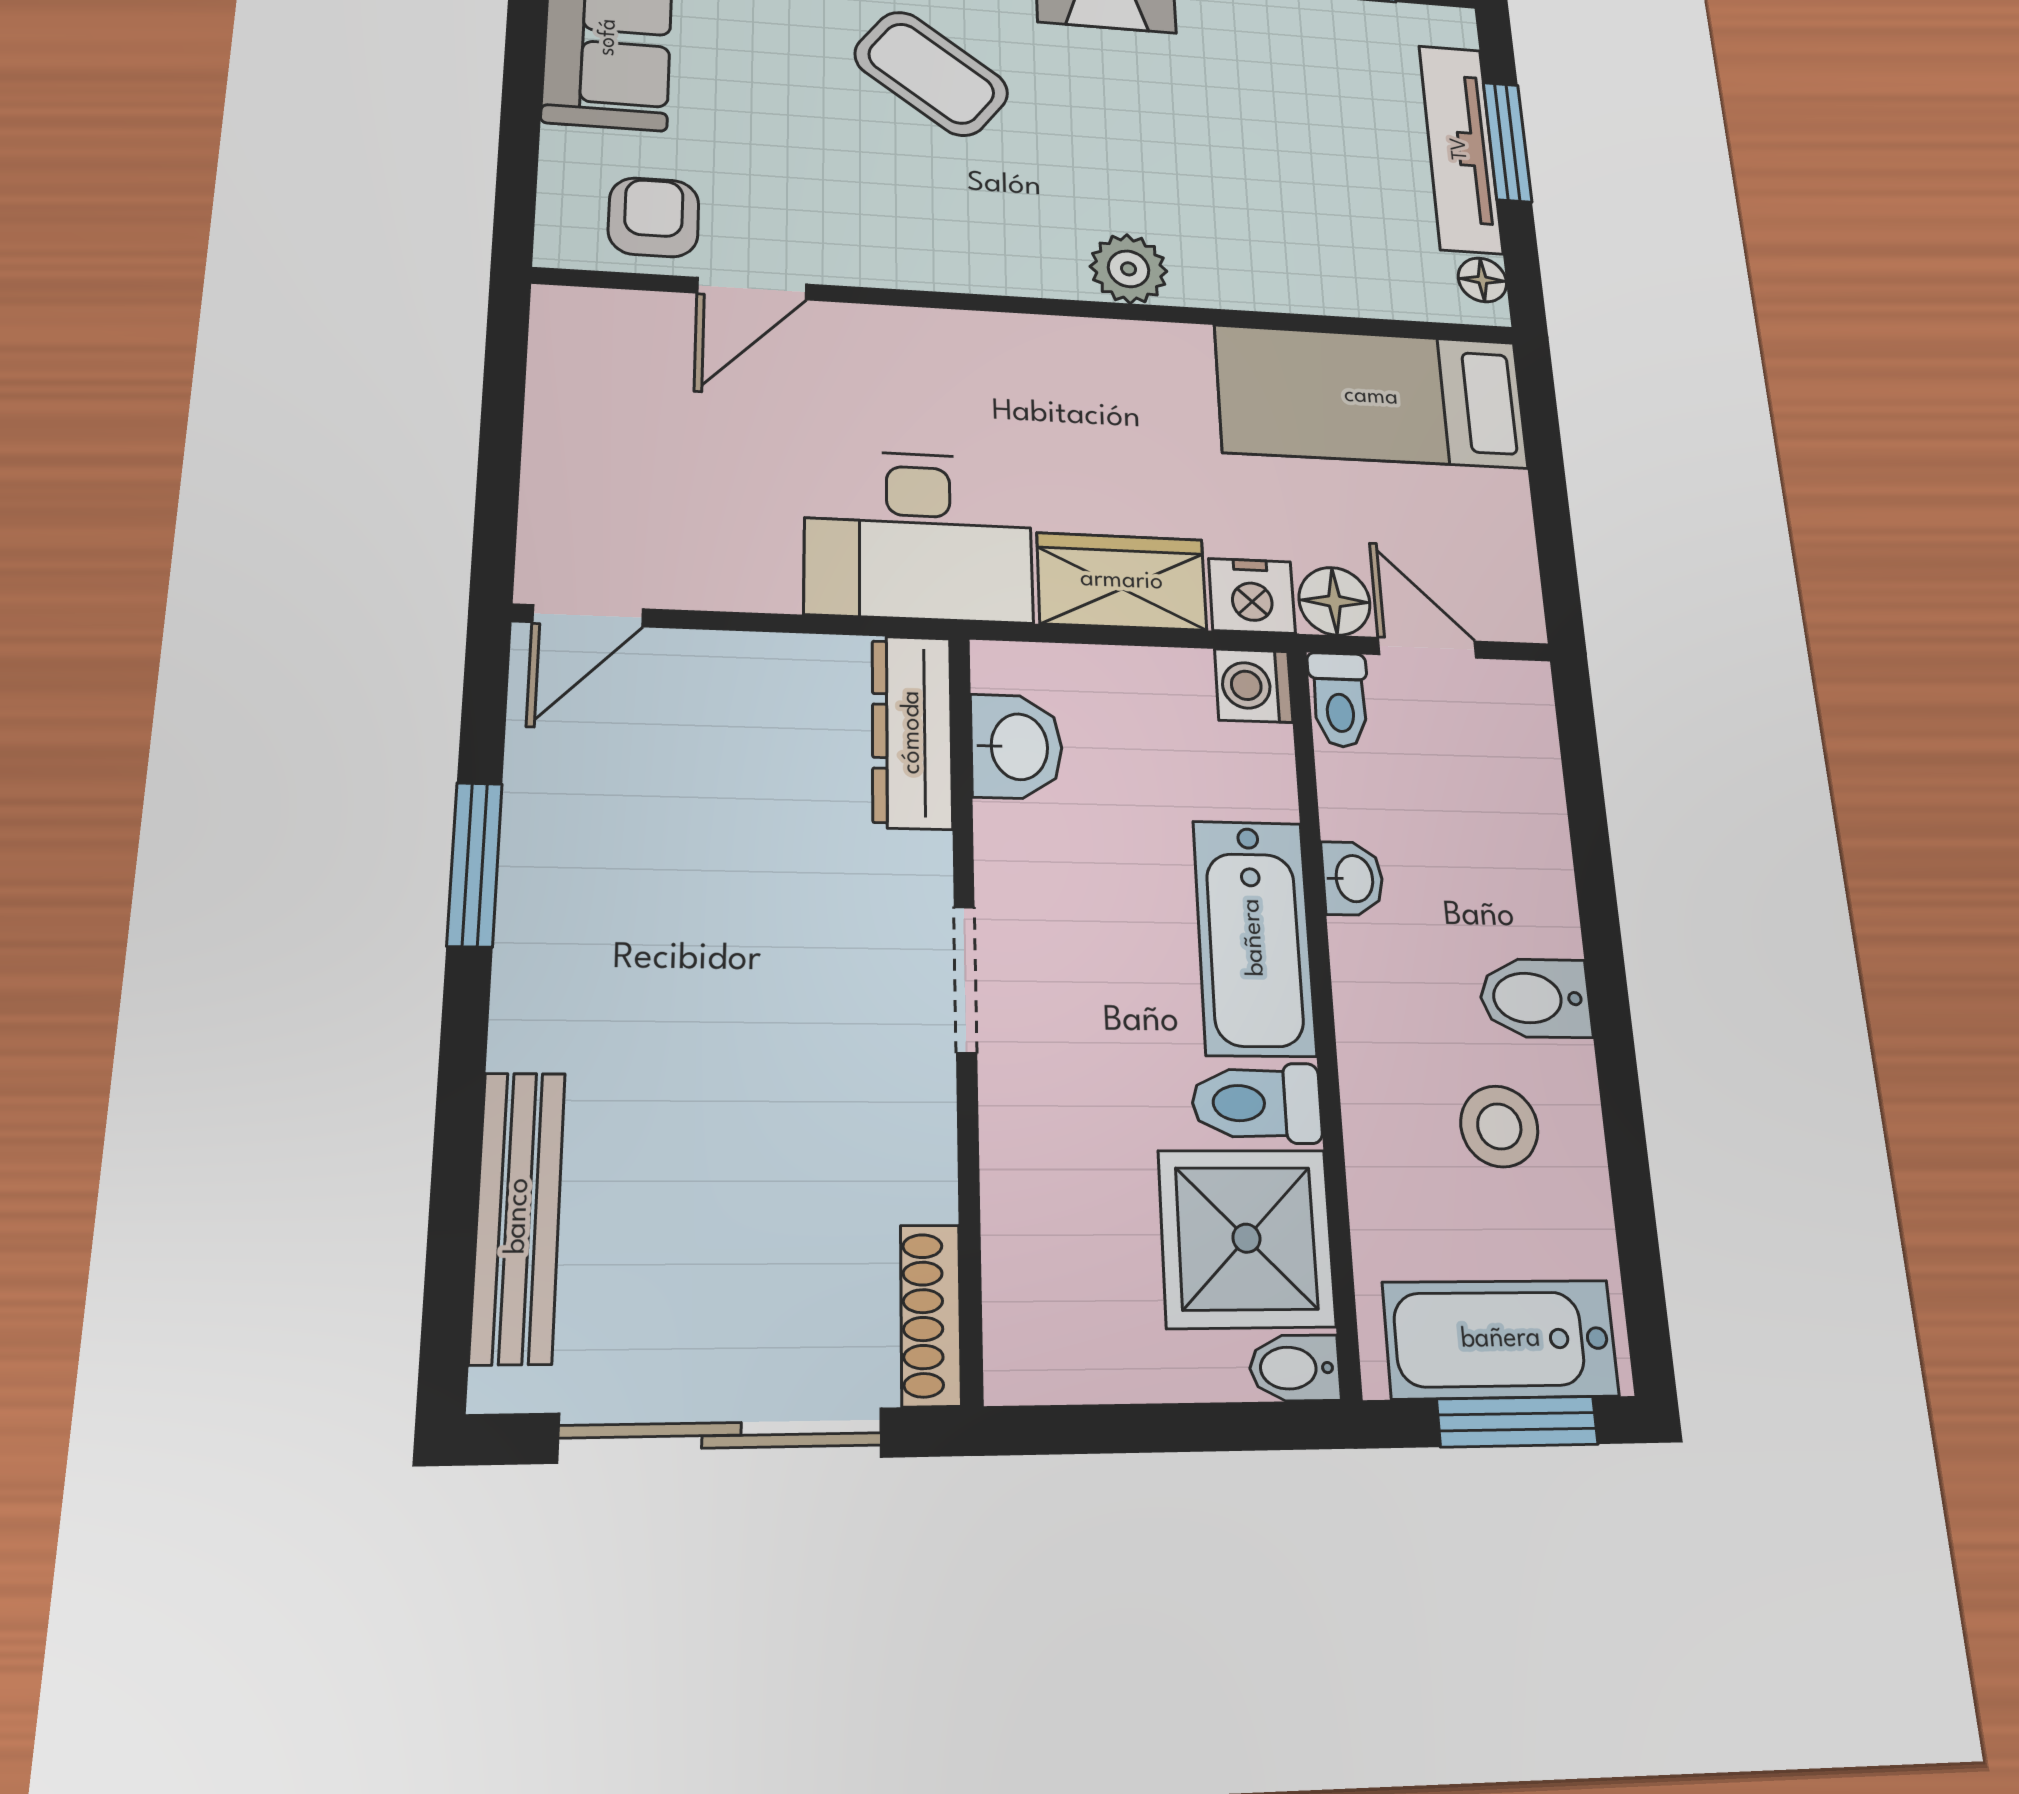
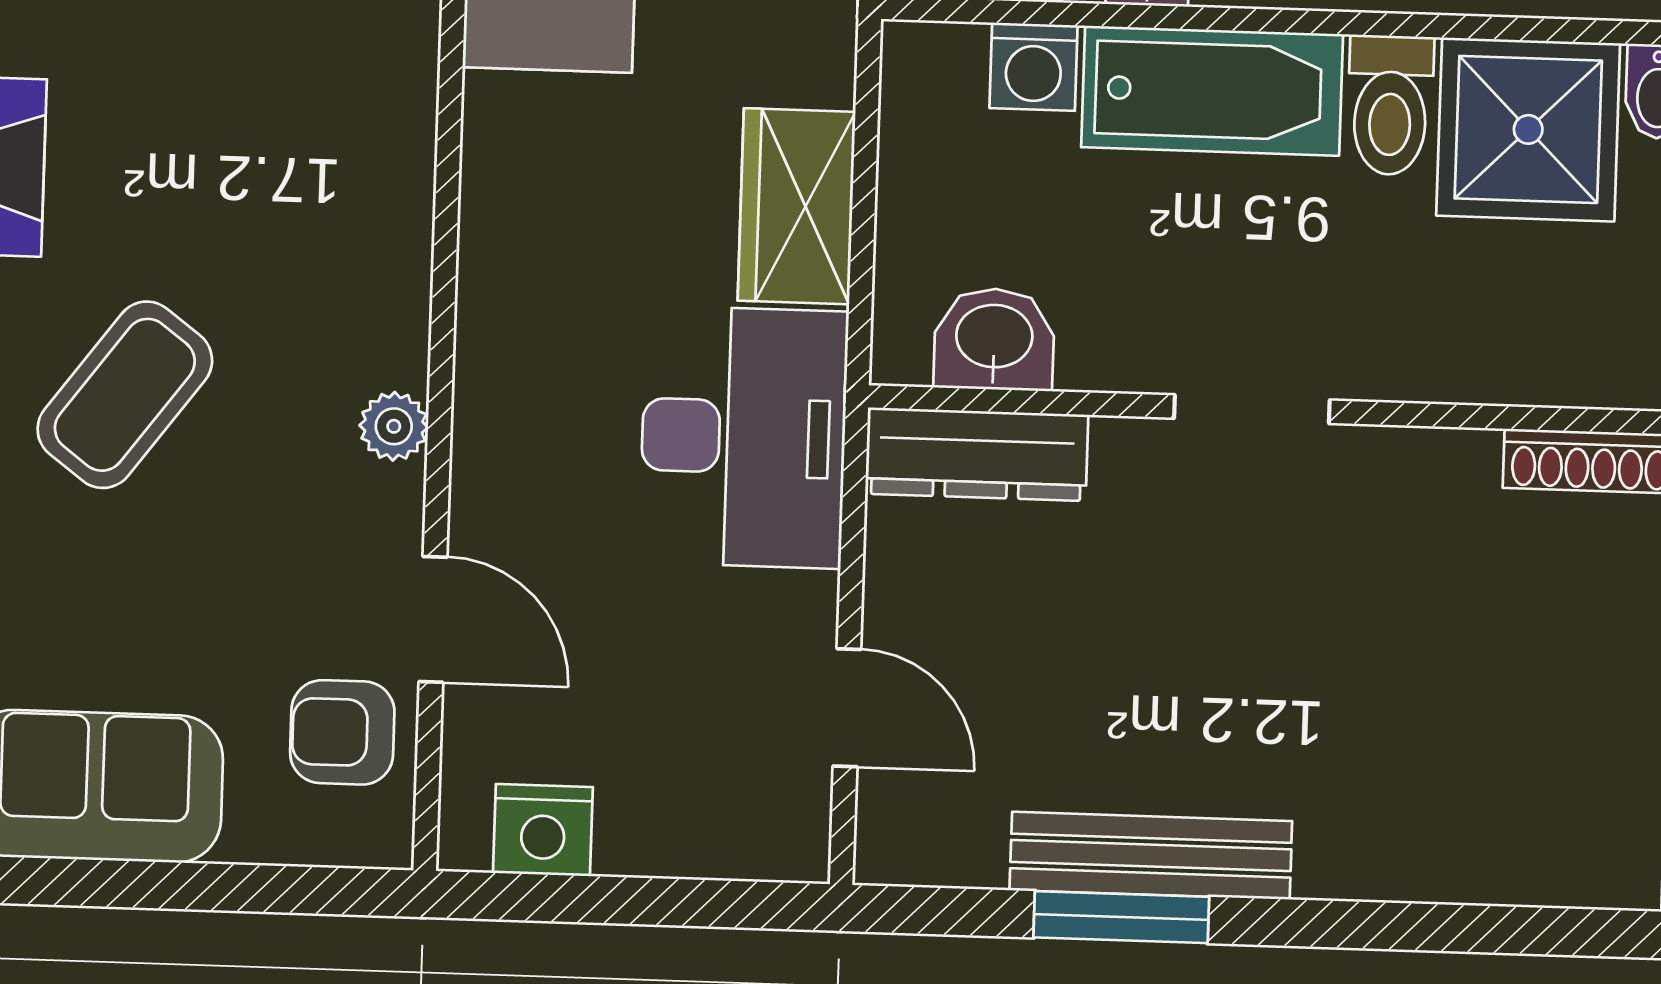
plant: (1129, 269) -> (394, 426), moved, width x0.73, depth x0.73
nightstand: (1252, 596) -> (543, 830), moved, turned 90
door: (588, 616) -> (847, 708), moved
washing machine: (1254, 686) -> (1034, 67), moved
bench: (518, 1216) -> (1151, 856), moved

